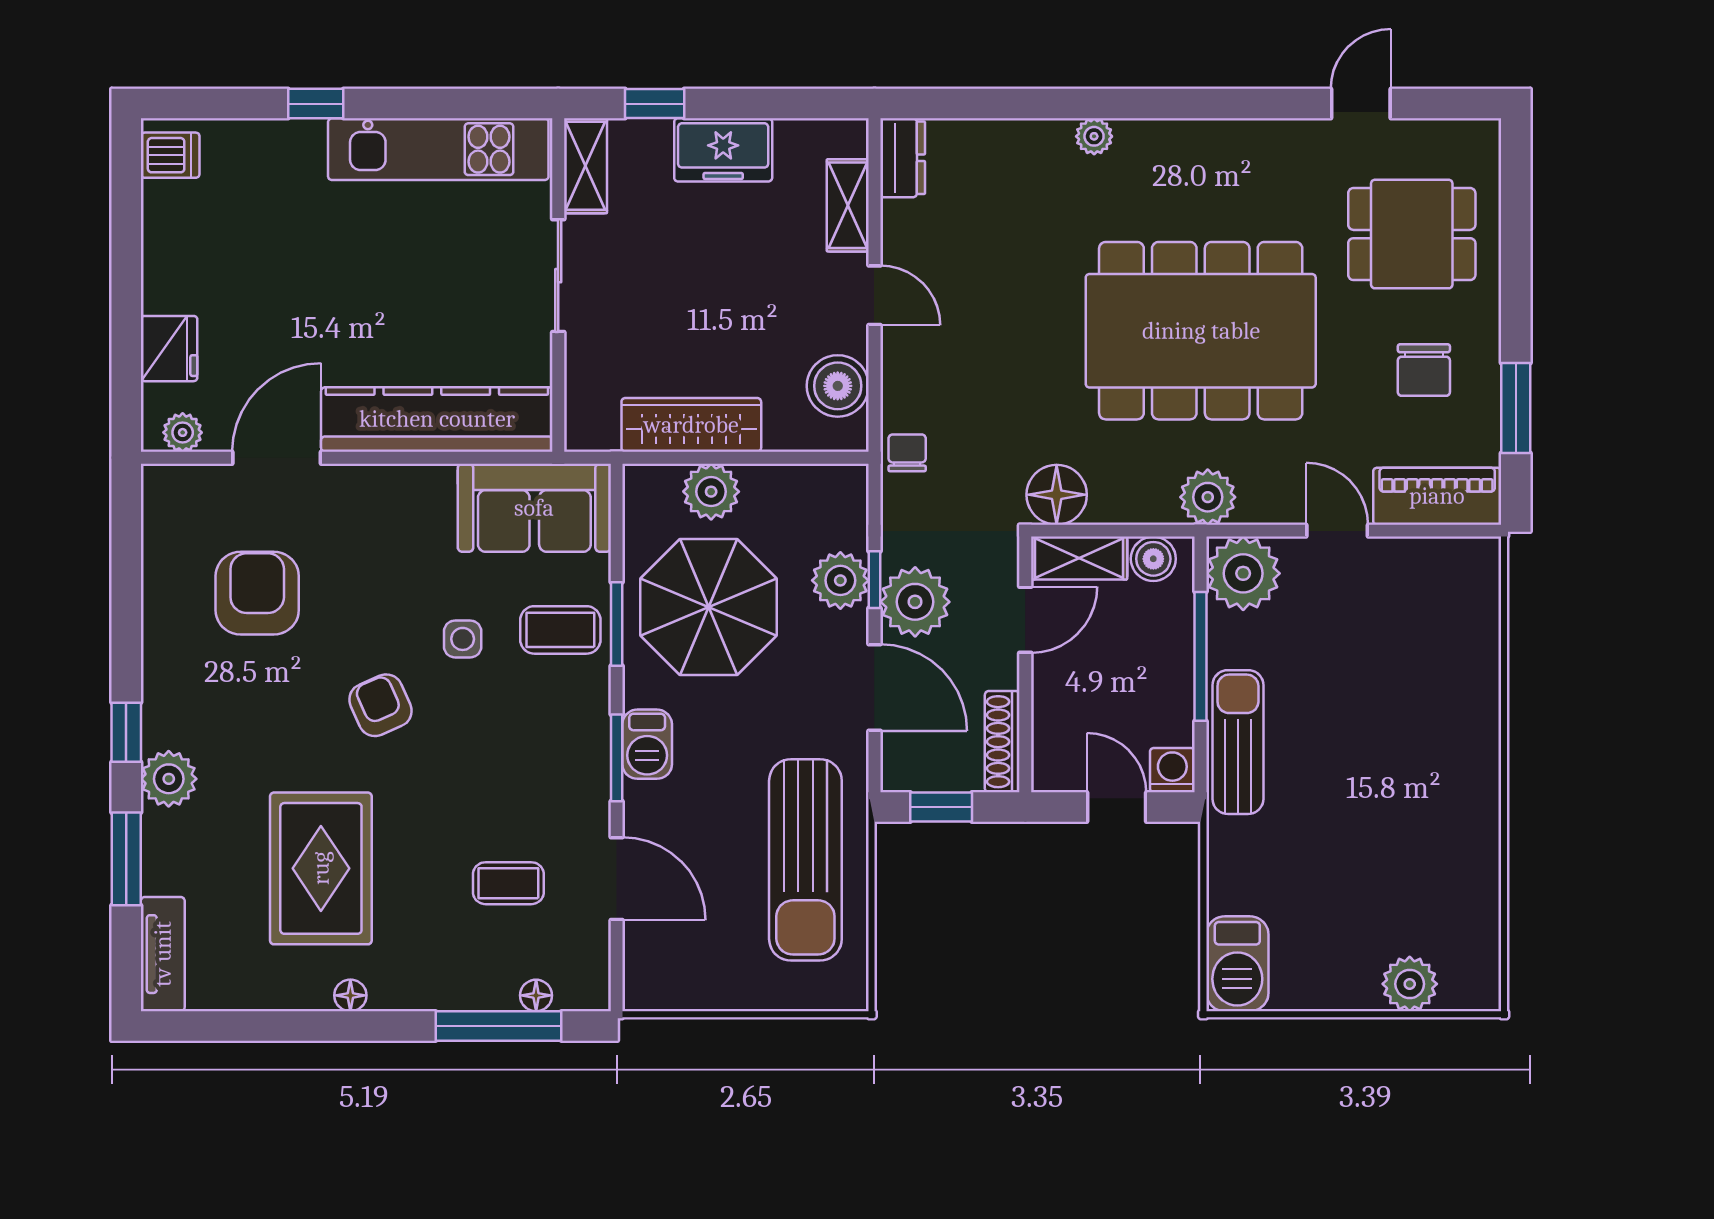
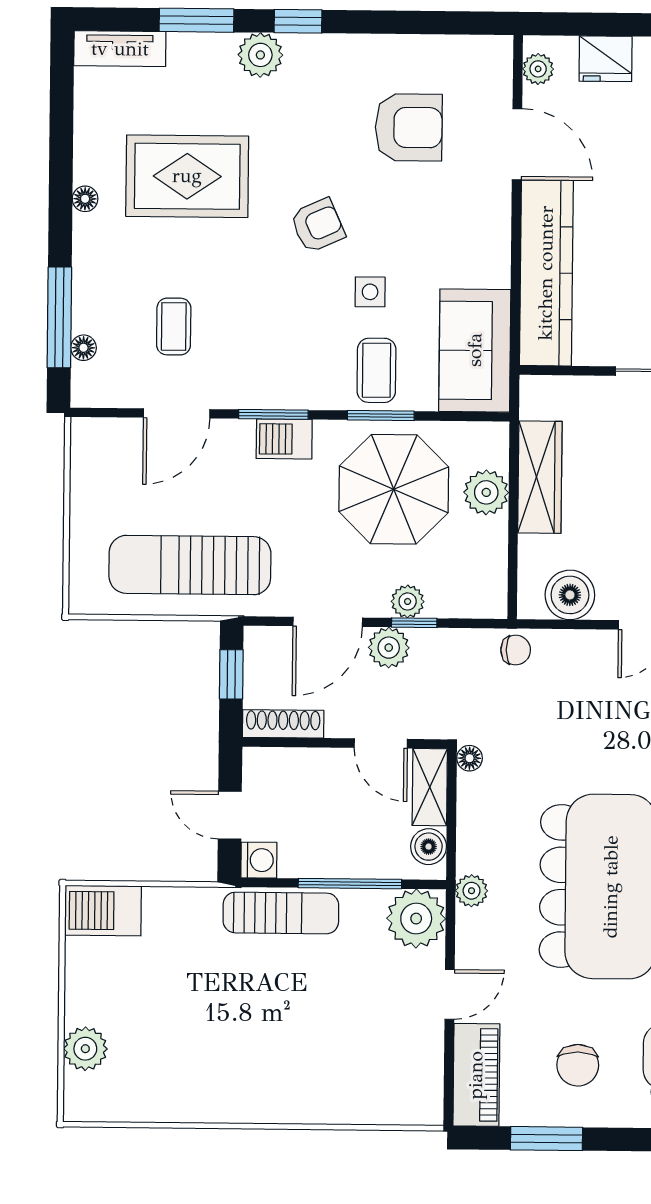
chair: (1424, 370) -> (578, 1065), turned -90
floor lamp: (1057, 495) -> (470, 758), width x0.53, depth x0.53
plant: (1208, 497) -> (472, 891), width x0.73, depth x0.73
plant: (840, 580) -> (408, 601), width x0.73, depth x0.73
plant: (915, 602) -> (389, 648), width x0.73, depth x0.73
door: (1117, 807) -> (230, 815), swing flipped

